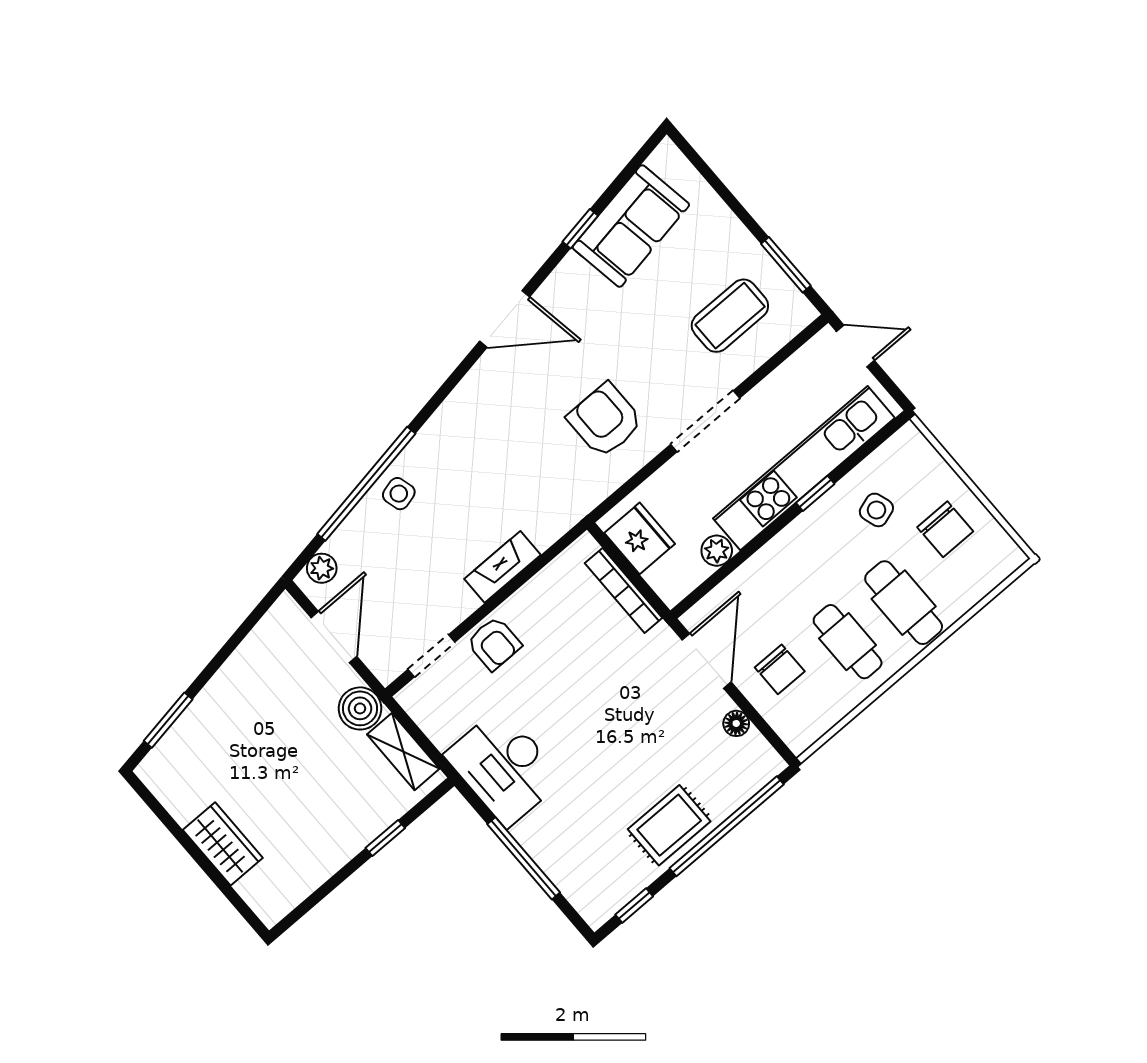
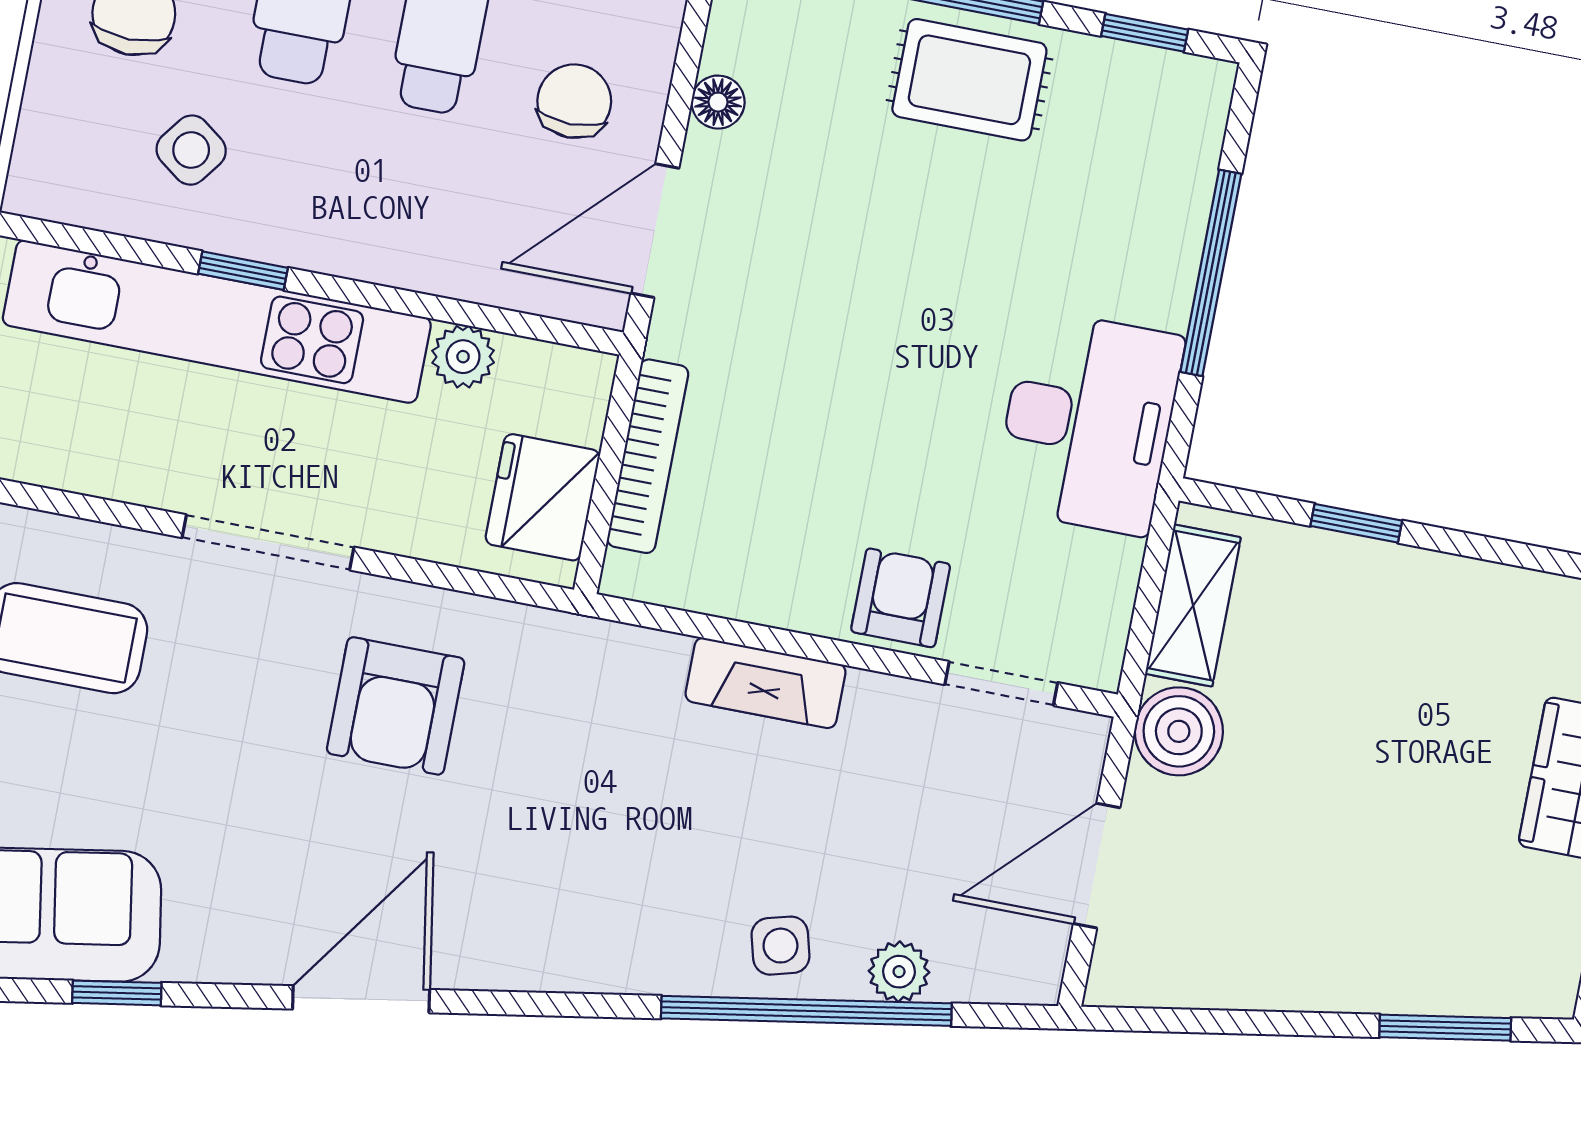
door: (505, 319) -> (361, 999), hinge flipped
side table: (876, 510) -> (191, 150), turned -35
plant: (322, 568) -> (899, 972), moved

